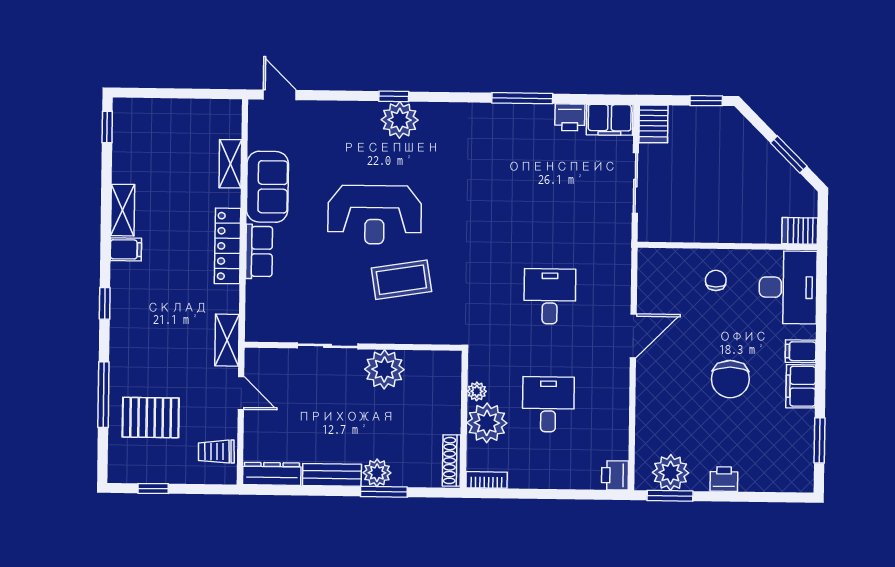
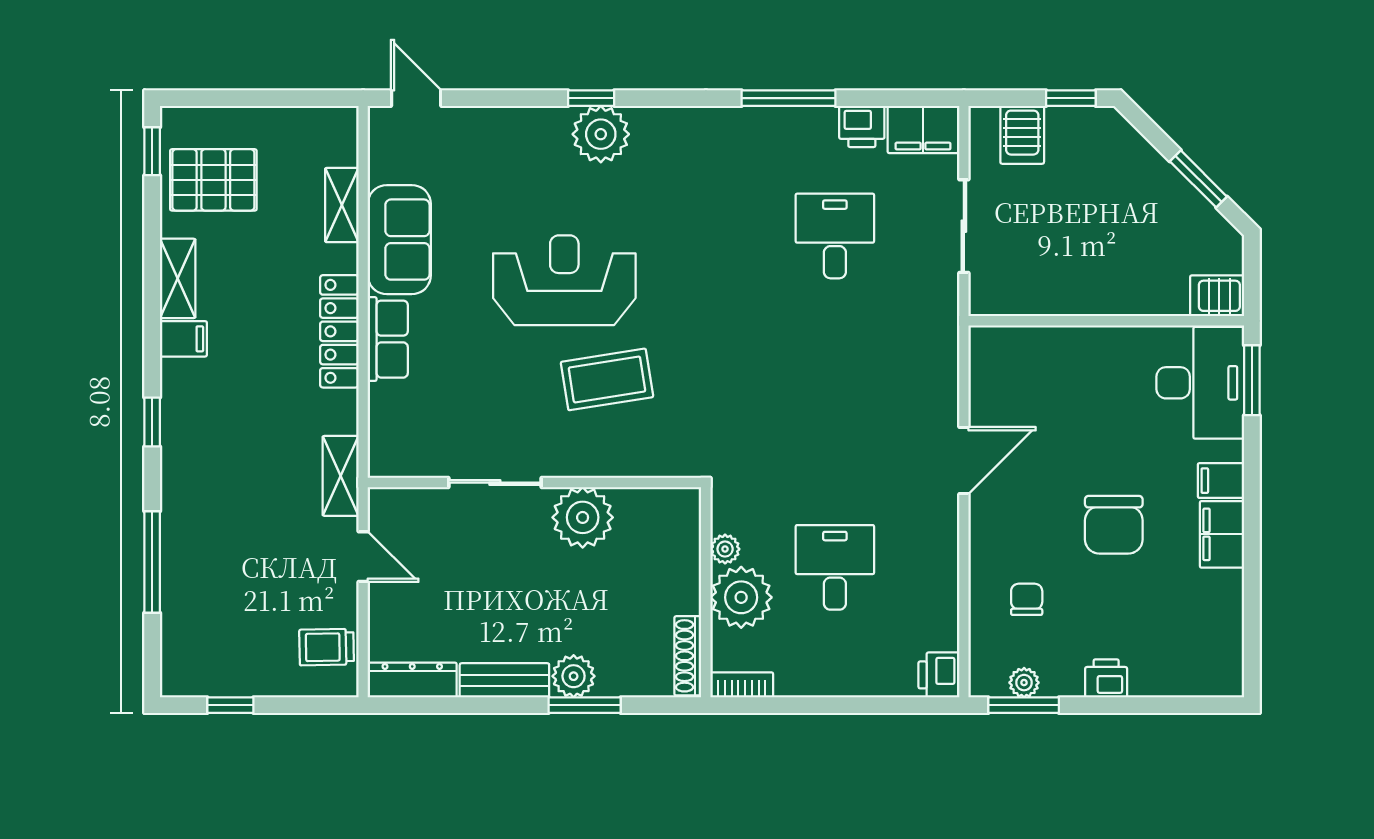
server rack: (653, 124) -> (1022, 135), moved
reception desk: (375, 215) -> (564, 280), turned 180
chair: (716, 280) -> (1027, 599), moved
desk: (550, 296) -> (835, 236), moved
pallet: (151, 418) -> (213, 180), moved
window: (819, 440) -> (1252, 380), moved
plant: (671, 473) -> (1024, 683), width x0.53, depth x0.53

